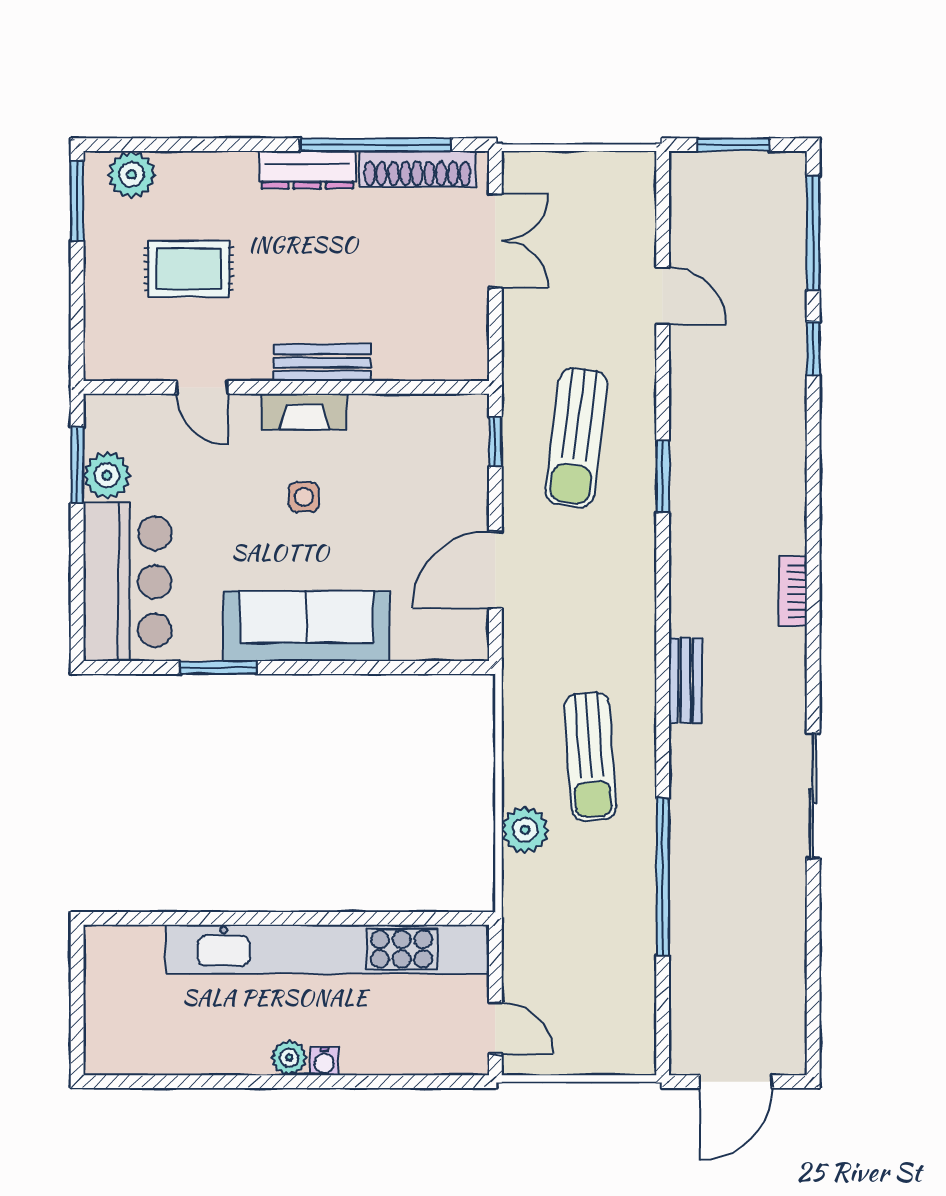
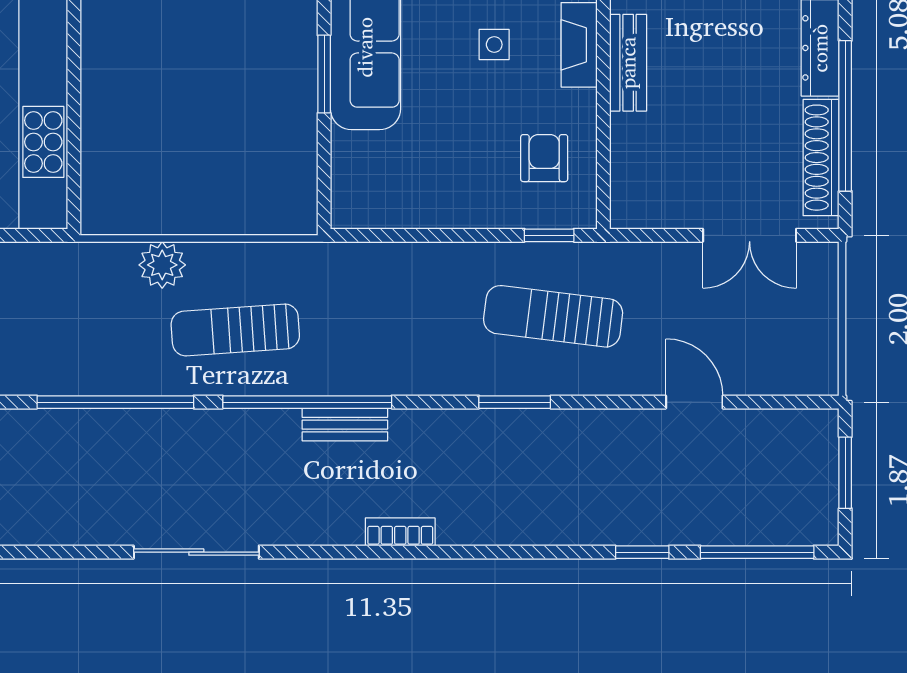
door: (663, 296) -> (694, 402), swing flipped
armchair: (418, 447) -> (544, 158), added
door: (495, 570) -> (422, 235), removed
window: (334, 667) -> (324, 74), added
bench: (685, 681) -> (345, 425), moved
window: (663, 684) -> (307, 402), added

